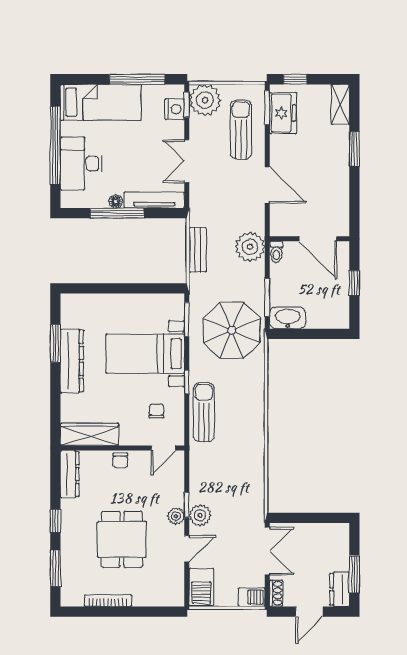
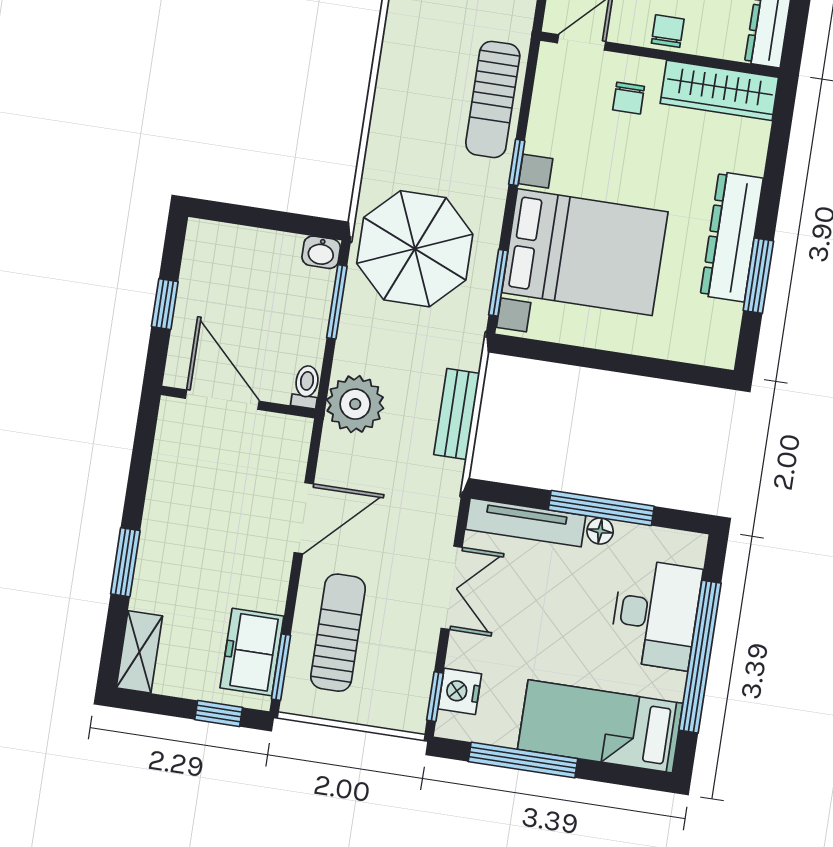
plant: (205, 100) -> (399, 700), removed
sun lounger: (241, 130) -> (338, 633), turned 180
door: (267, 185) -> (304, 518), swing flipped
washbasin: (288, 318) -> (321, 252), width x0.52, depth x0.69
bed with nightstands: (145, 354) -> (585, 252), width x1.36
chair: (156, 411) -> (629, 98), moved

